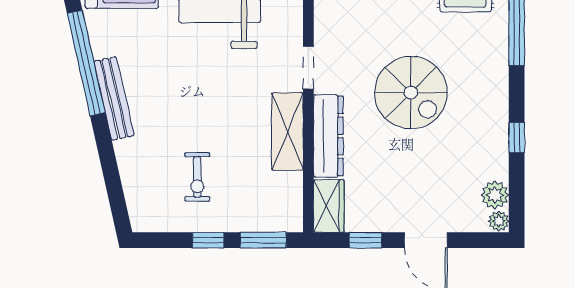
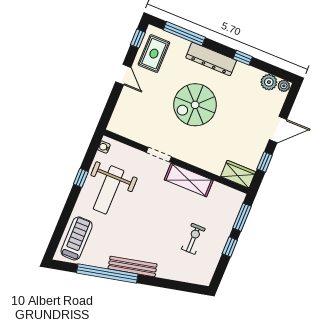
spiral stairs: (411, 93) -> (195, 105), turned 180
dresser: (328, 136) -> (211, 59), moved, turned 180
exercise bike: (197, 177) -> (193, 239), turned -90

